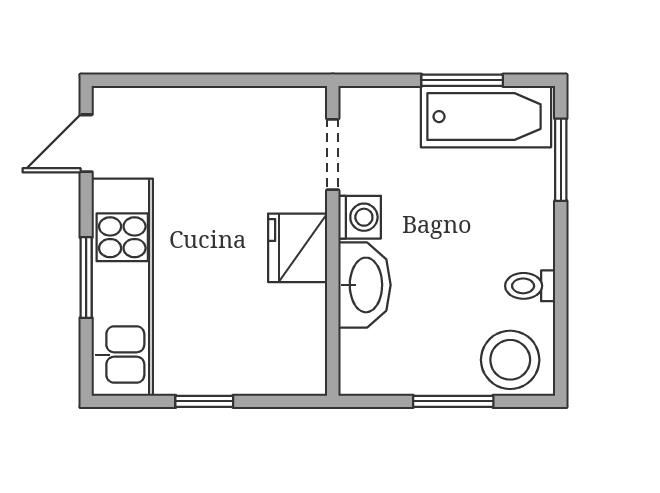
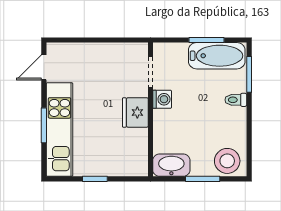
washbasin: (364, 285) -> (171, 165), moved, turned -90
toilet: (530, 286) -> (236, 100), moved

